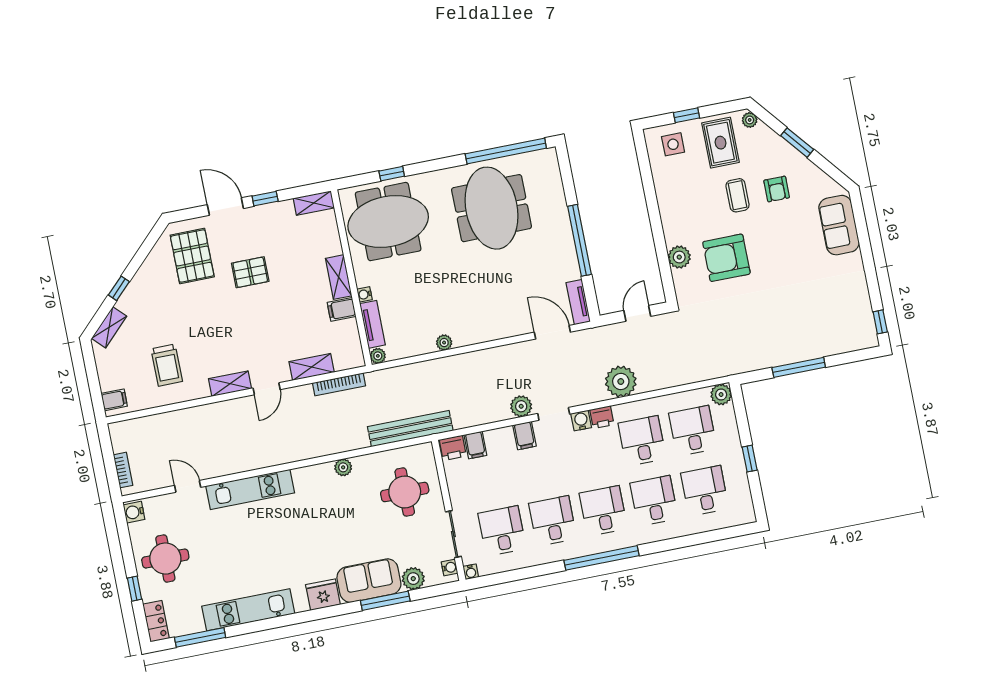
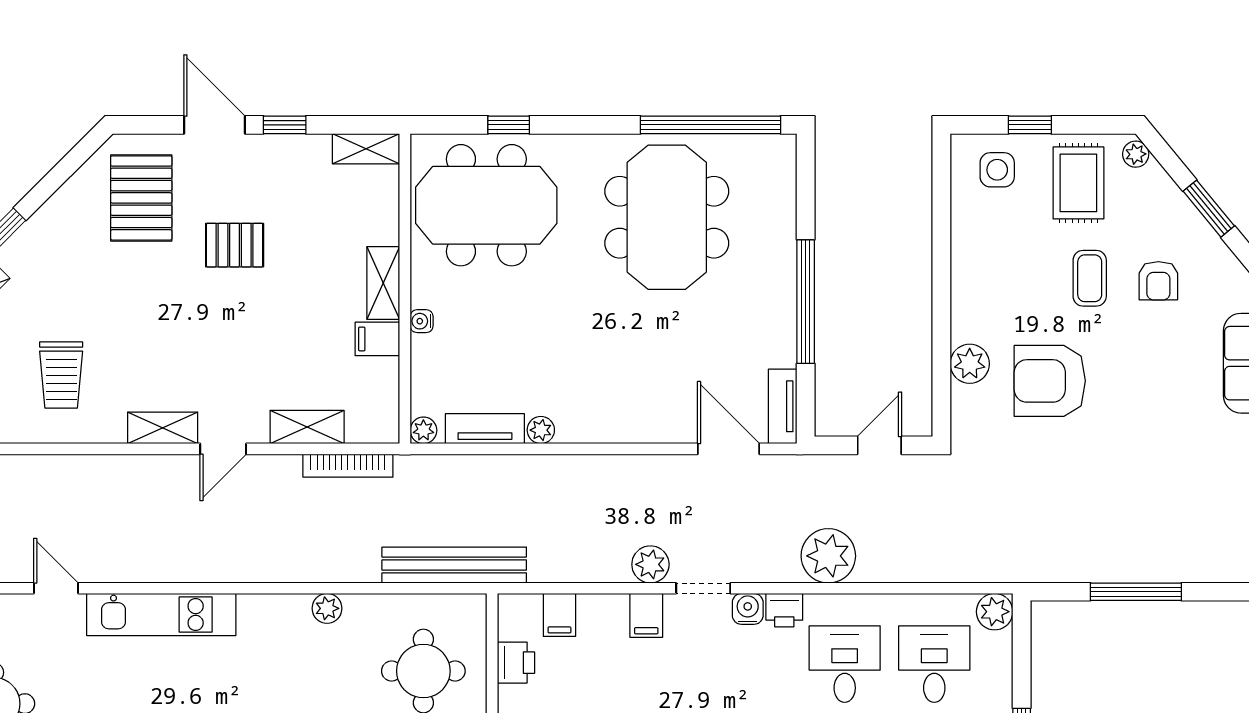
tv unit: (373, 324) -> (485, 429), moved, turned -90
printer: (453, 448) -> (516, 663), moved, turned -90

